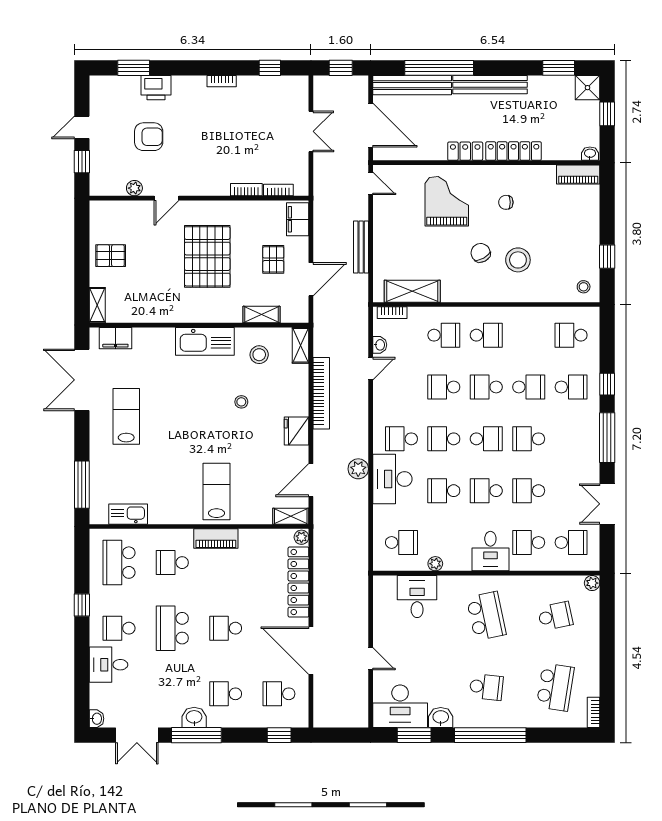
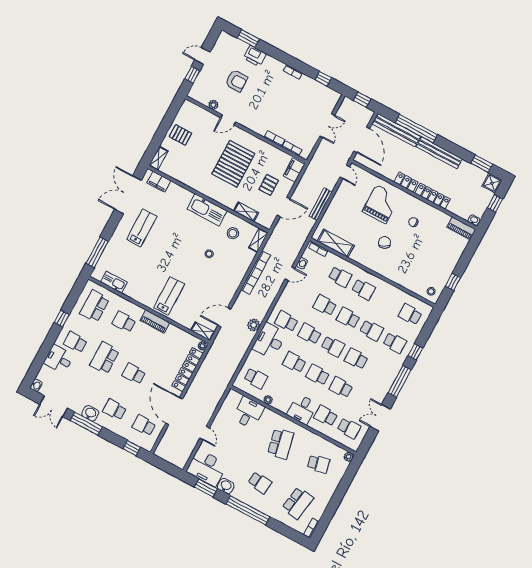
stool: (518, 260) -> (403, 257), removed
fridge: (296, 431) -> (231, 286), removed

